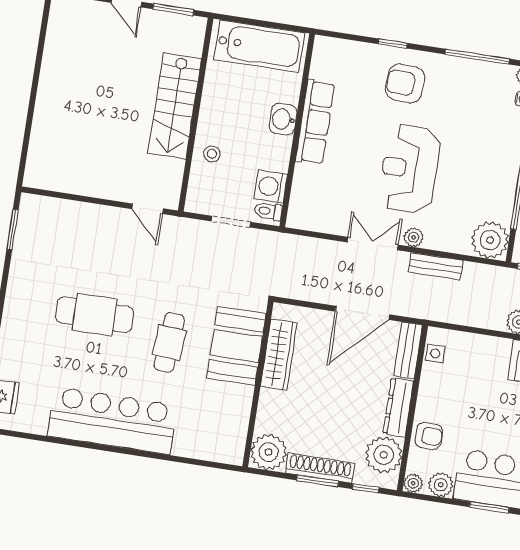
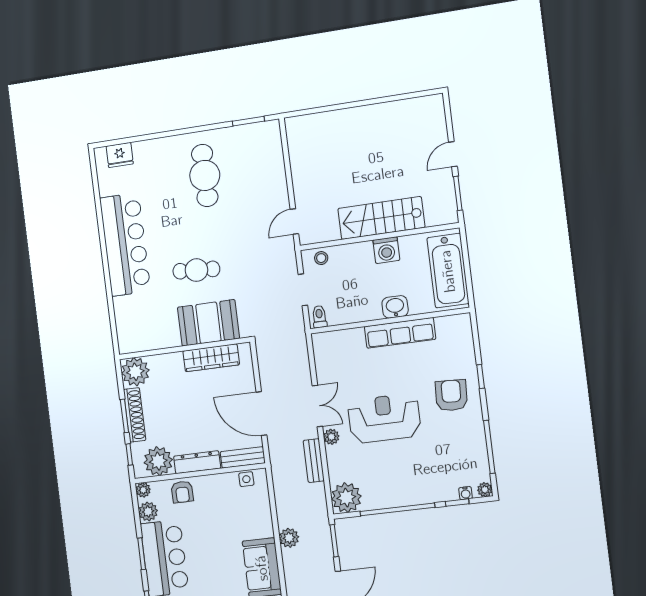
stool: (212, 154) -> (321, 258), moved
washing machine: (271, 186) -> (386, 250), moved, turned 180
cafe table: (95, 315) -> (205, 175), moved

